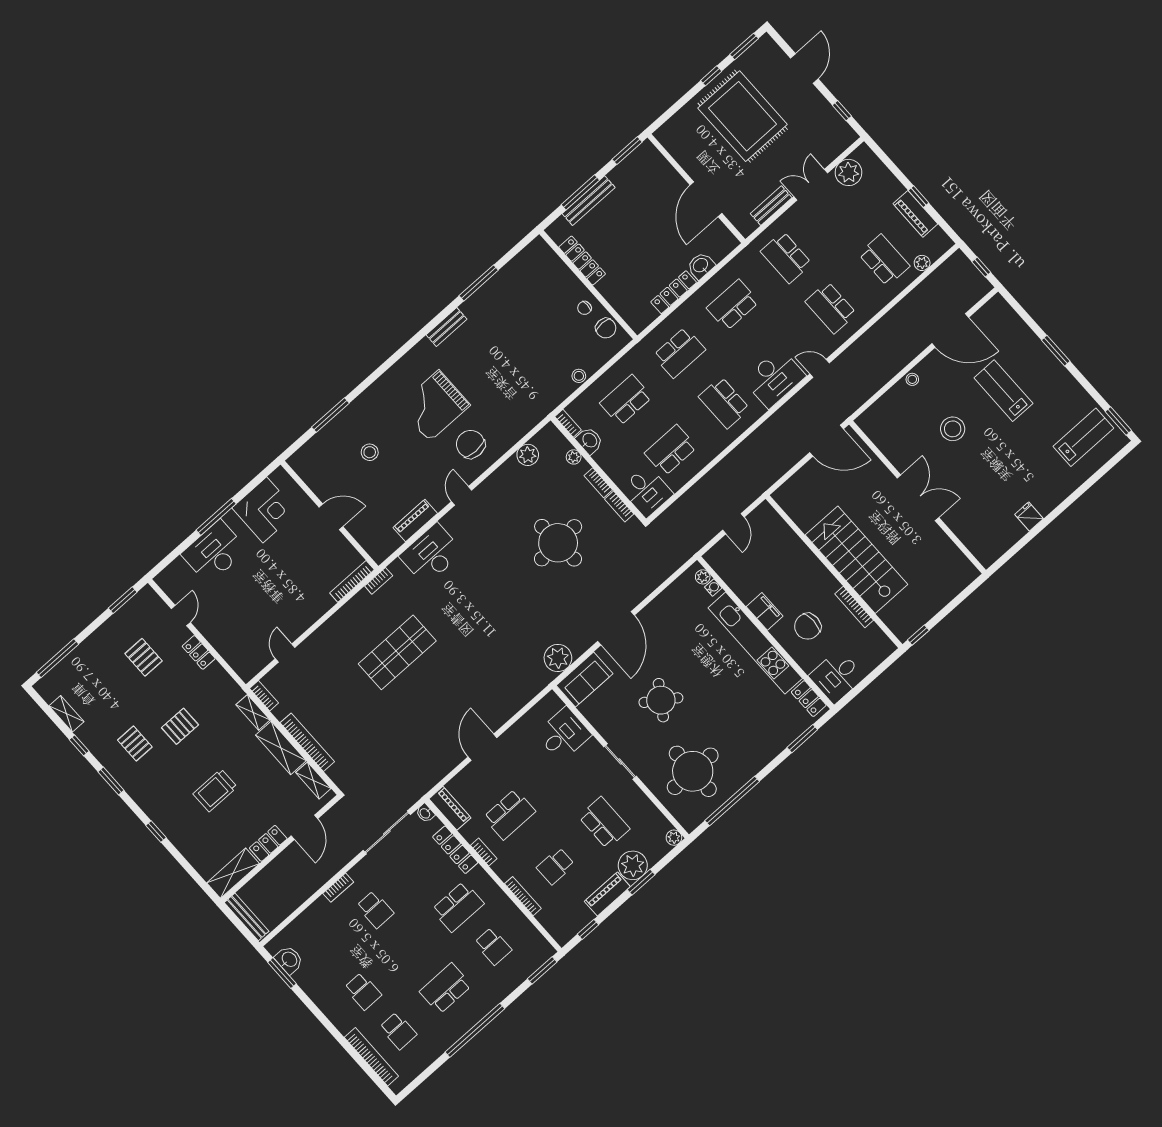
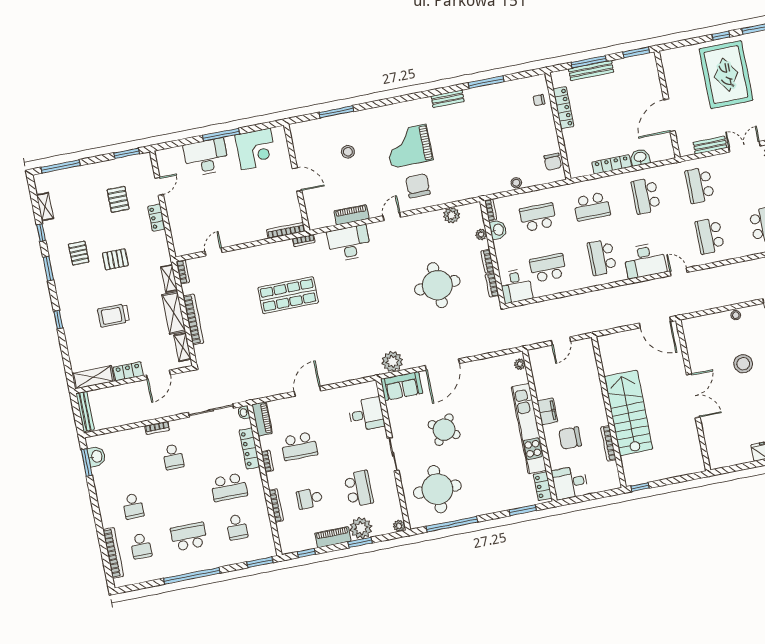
school desk: (733, 305) -> (646, 196), turned -90
chair: (584, 308) -> (539, 100), moved
water cooler: (713, 587) -> (523, 375), removed

